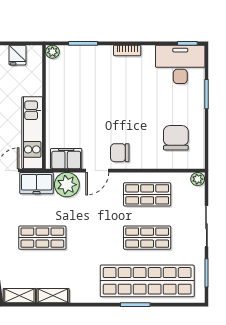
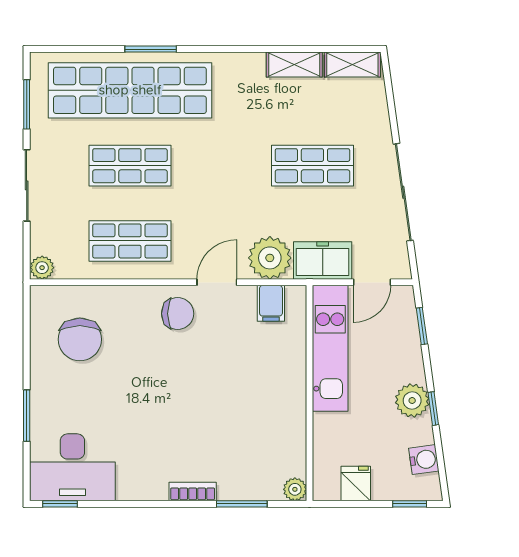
bookcase: (127, 50) -> (193, 492), moved
filing cabinet: (66, 159) -> (271, 303), width x0.50

